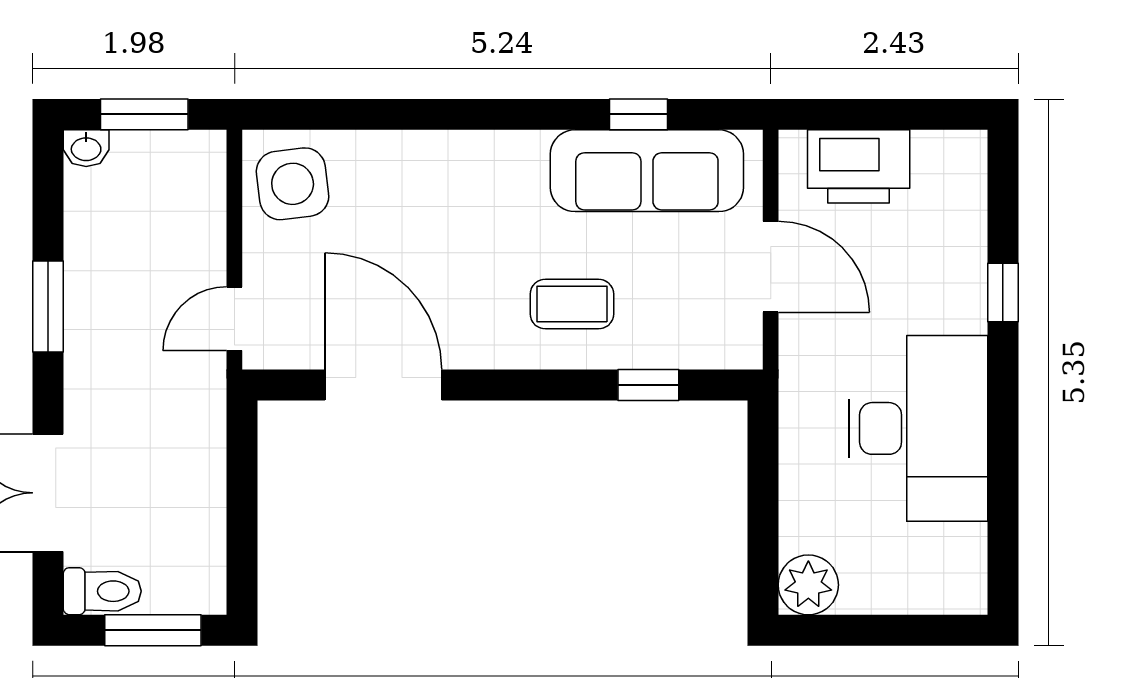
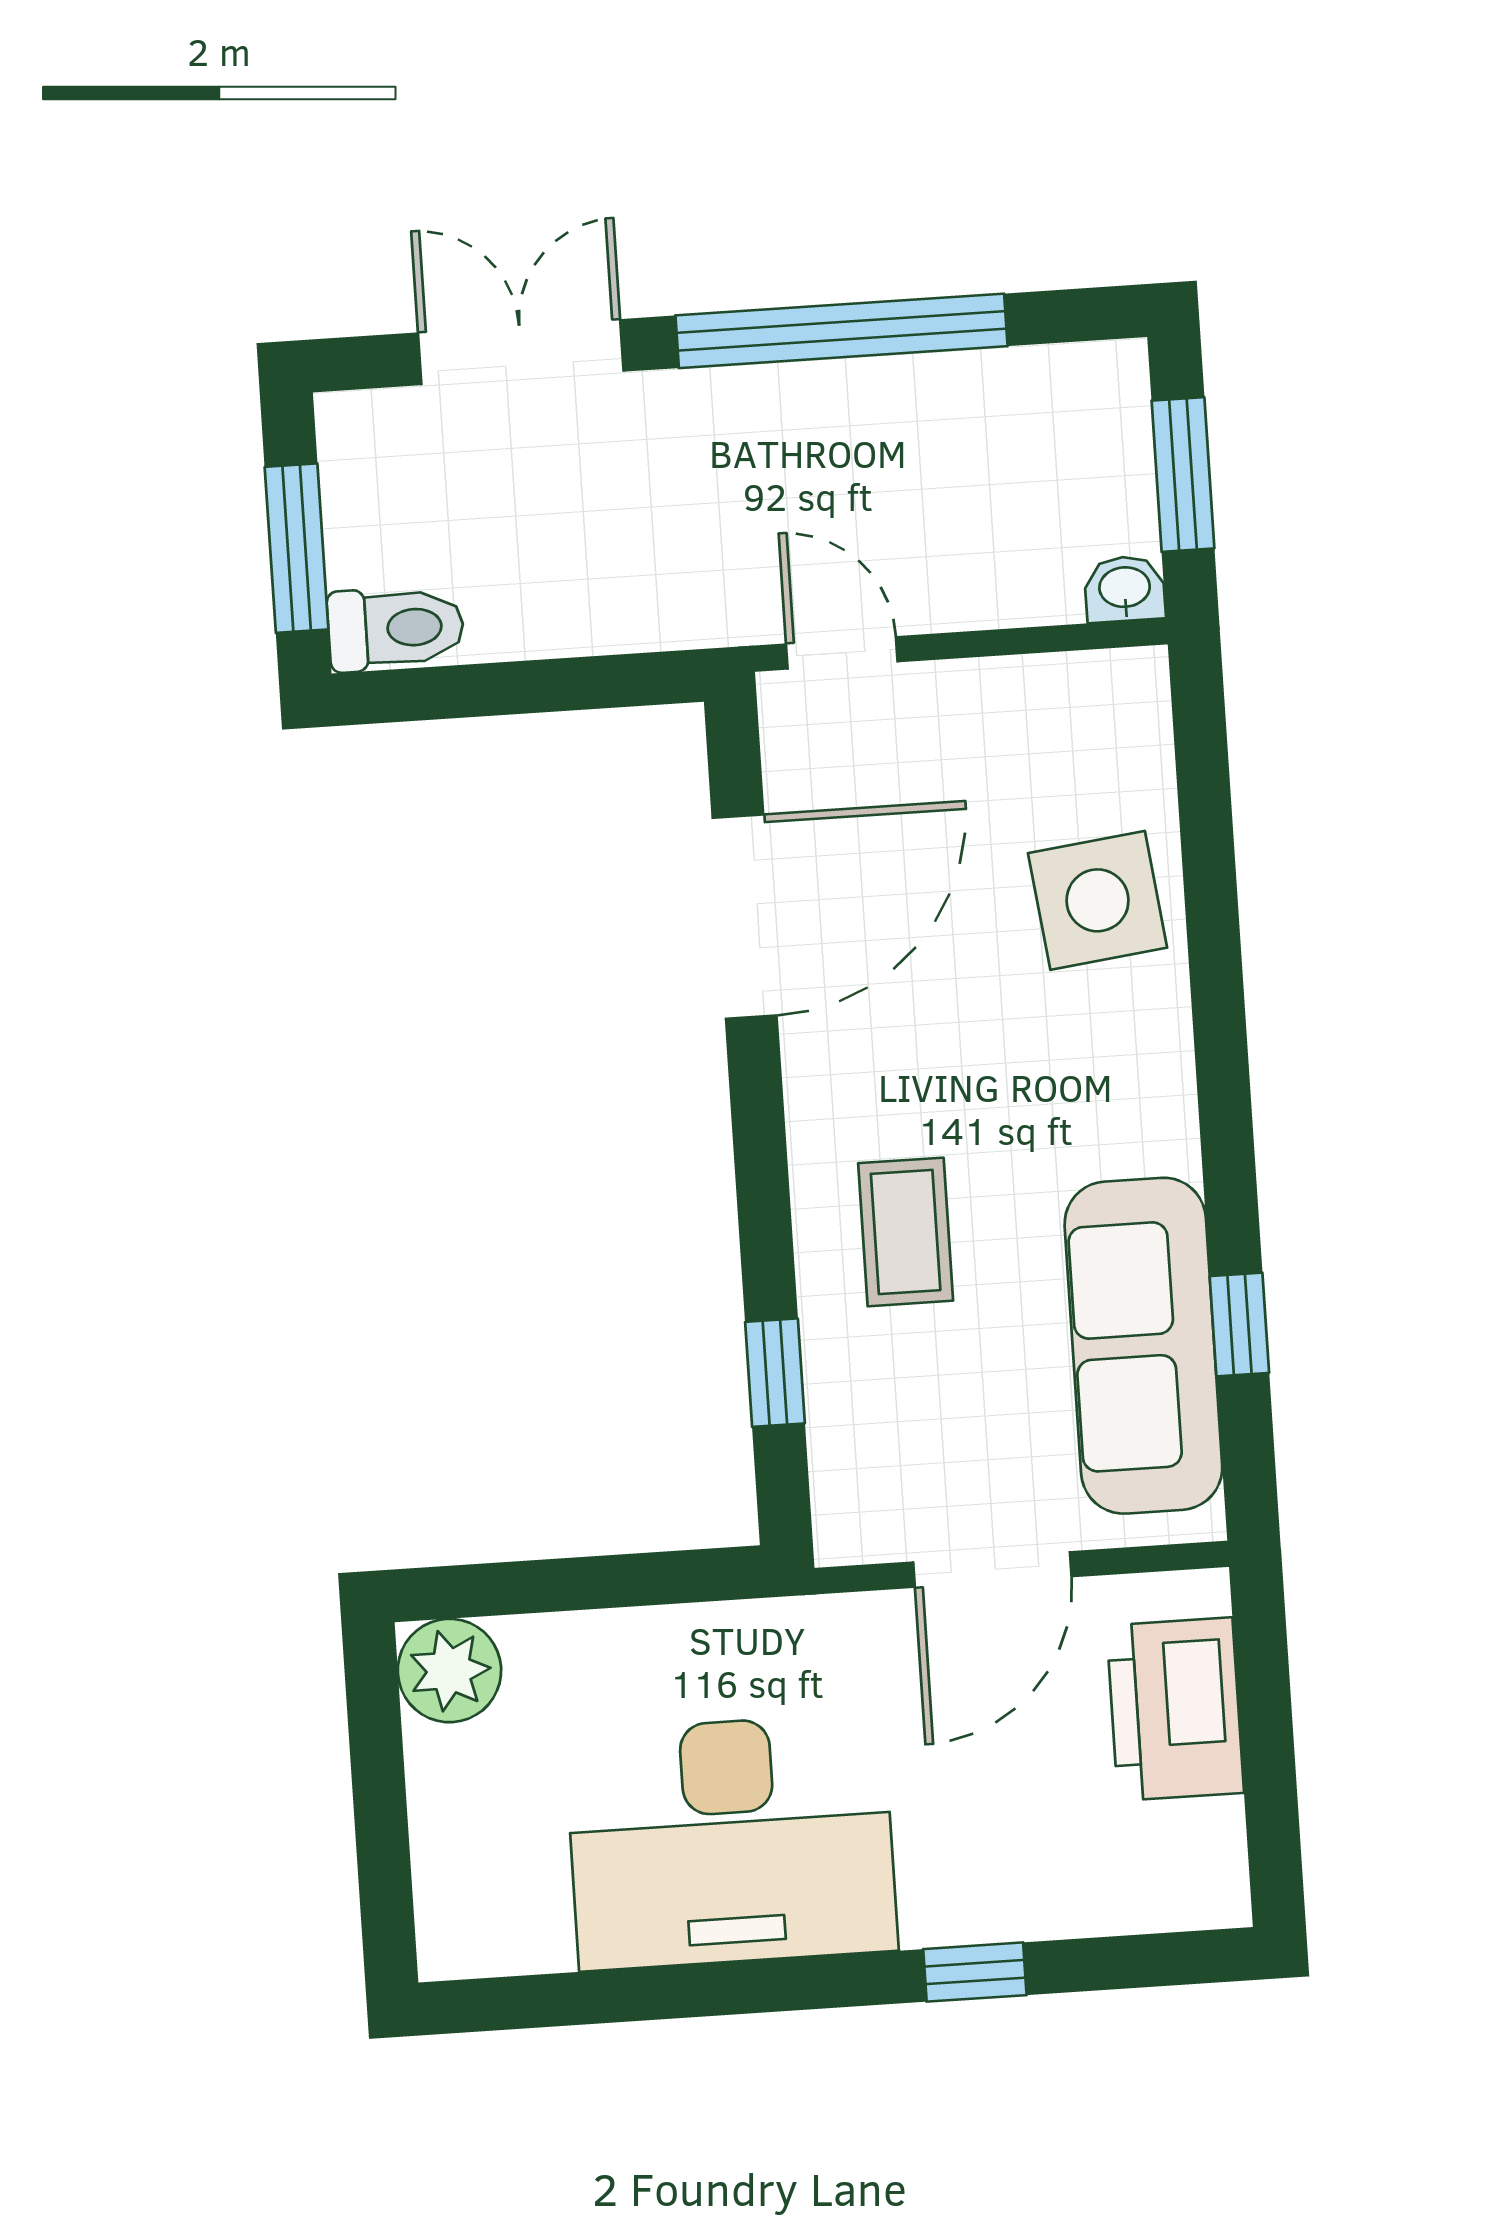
washbasin: (86, 148) -> (1125, 589), moved, turned 90
side table: (293, 184) -> (1098, 900), moved
window: (48, 307) -> (841, 331), width x2.11
toilet: (102, 591) -> (396, 628), moved, turned -90

